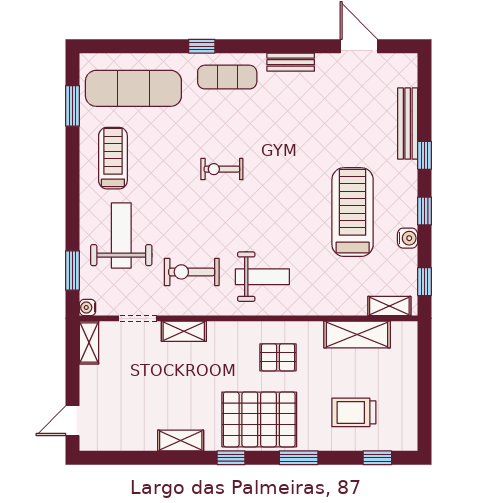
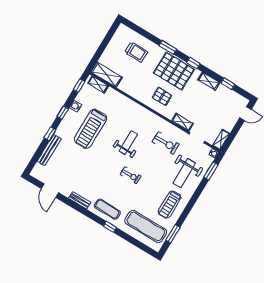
weight bench: (262, 277) -> (128, 143), moved, turned 90
shelving: (357, 334) -> (107, 75), moved
pallet: (278, 357) -> (162, 96), moved
window: (377, 458) -> (228, 84), moved

